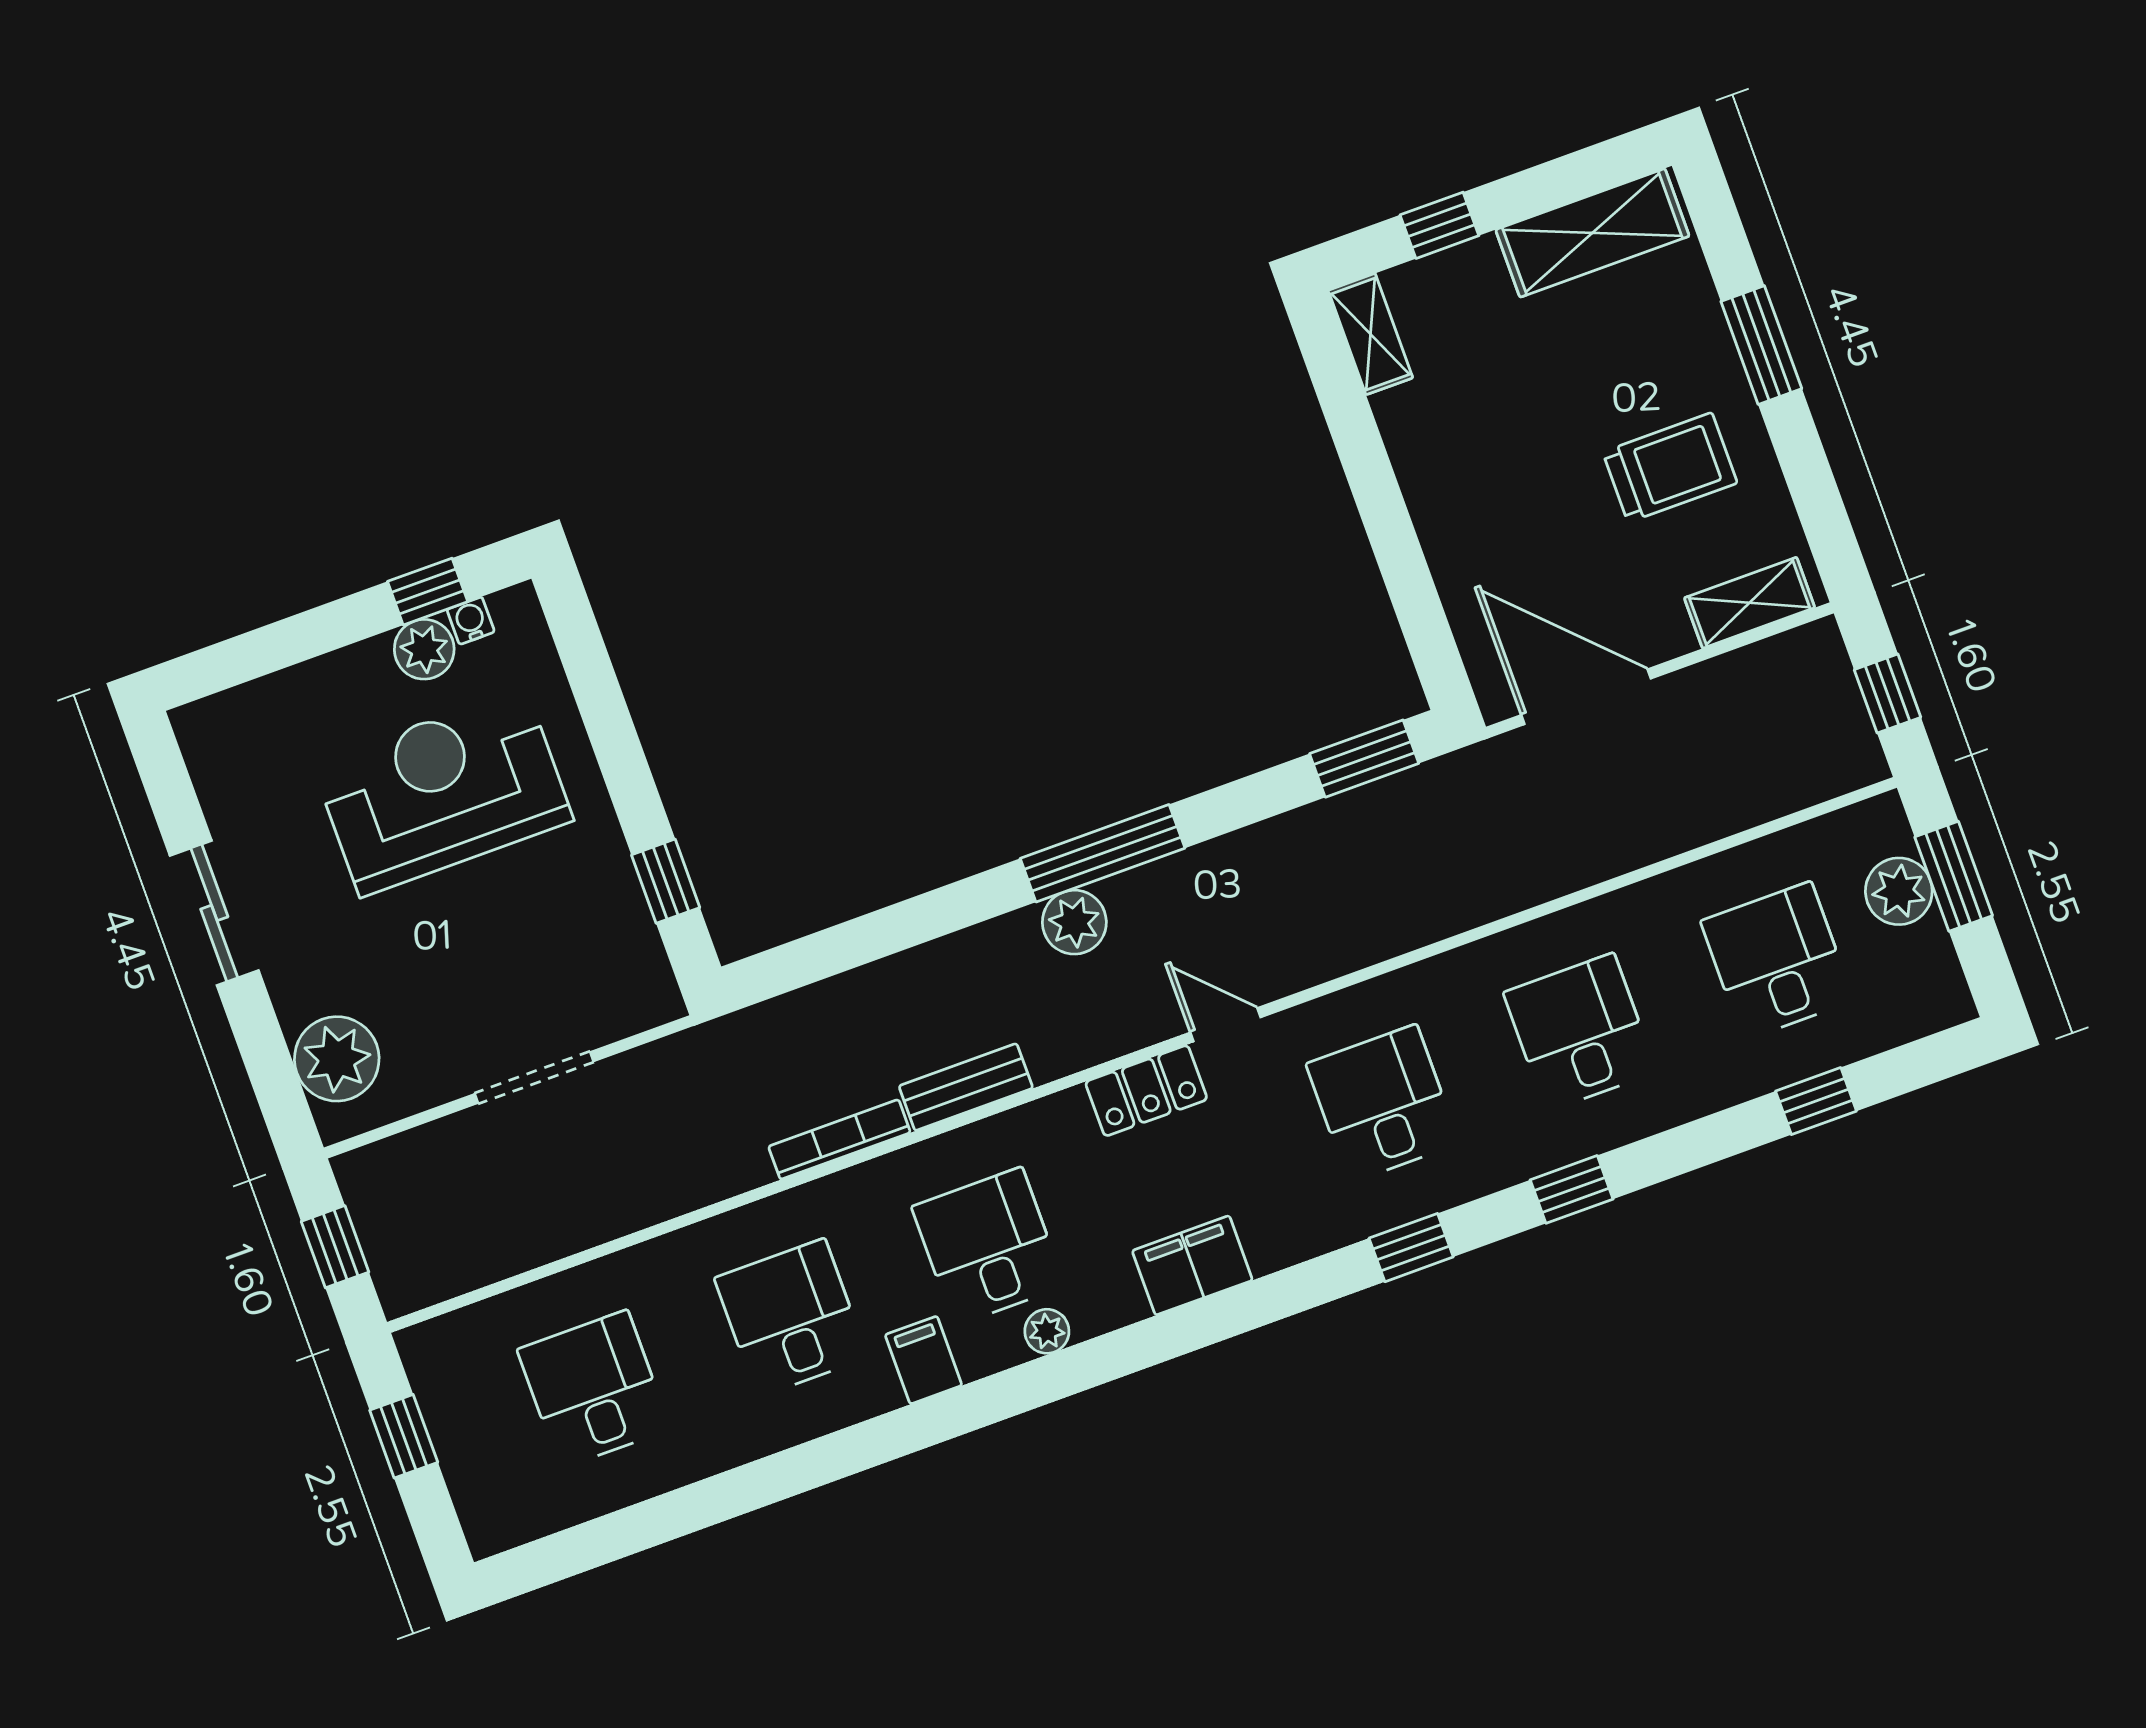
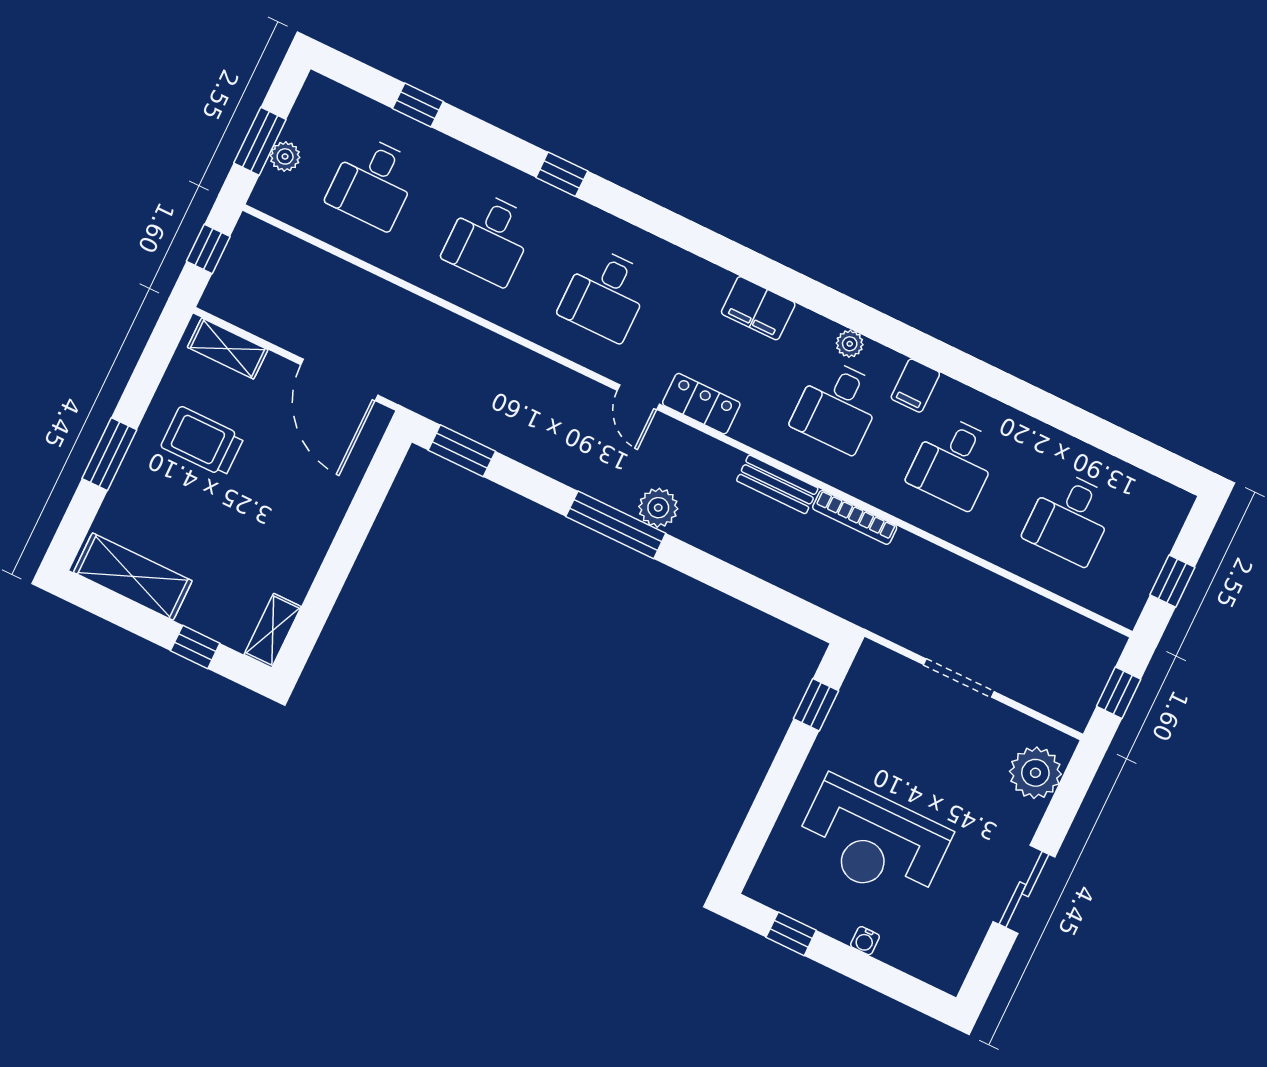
water cooler: (471, 621) -> (865, 941), moved
plant: (424, 649) -> (818, 910), removed
plant: (1899, 891) -> (285, 156), width x0.73, depth x0.73
window: (1411, 1248) -> (656, 220), removed

